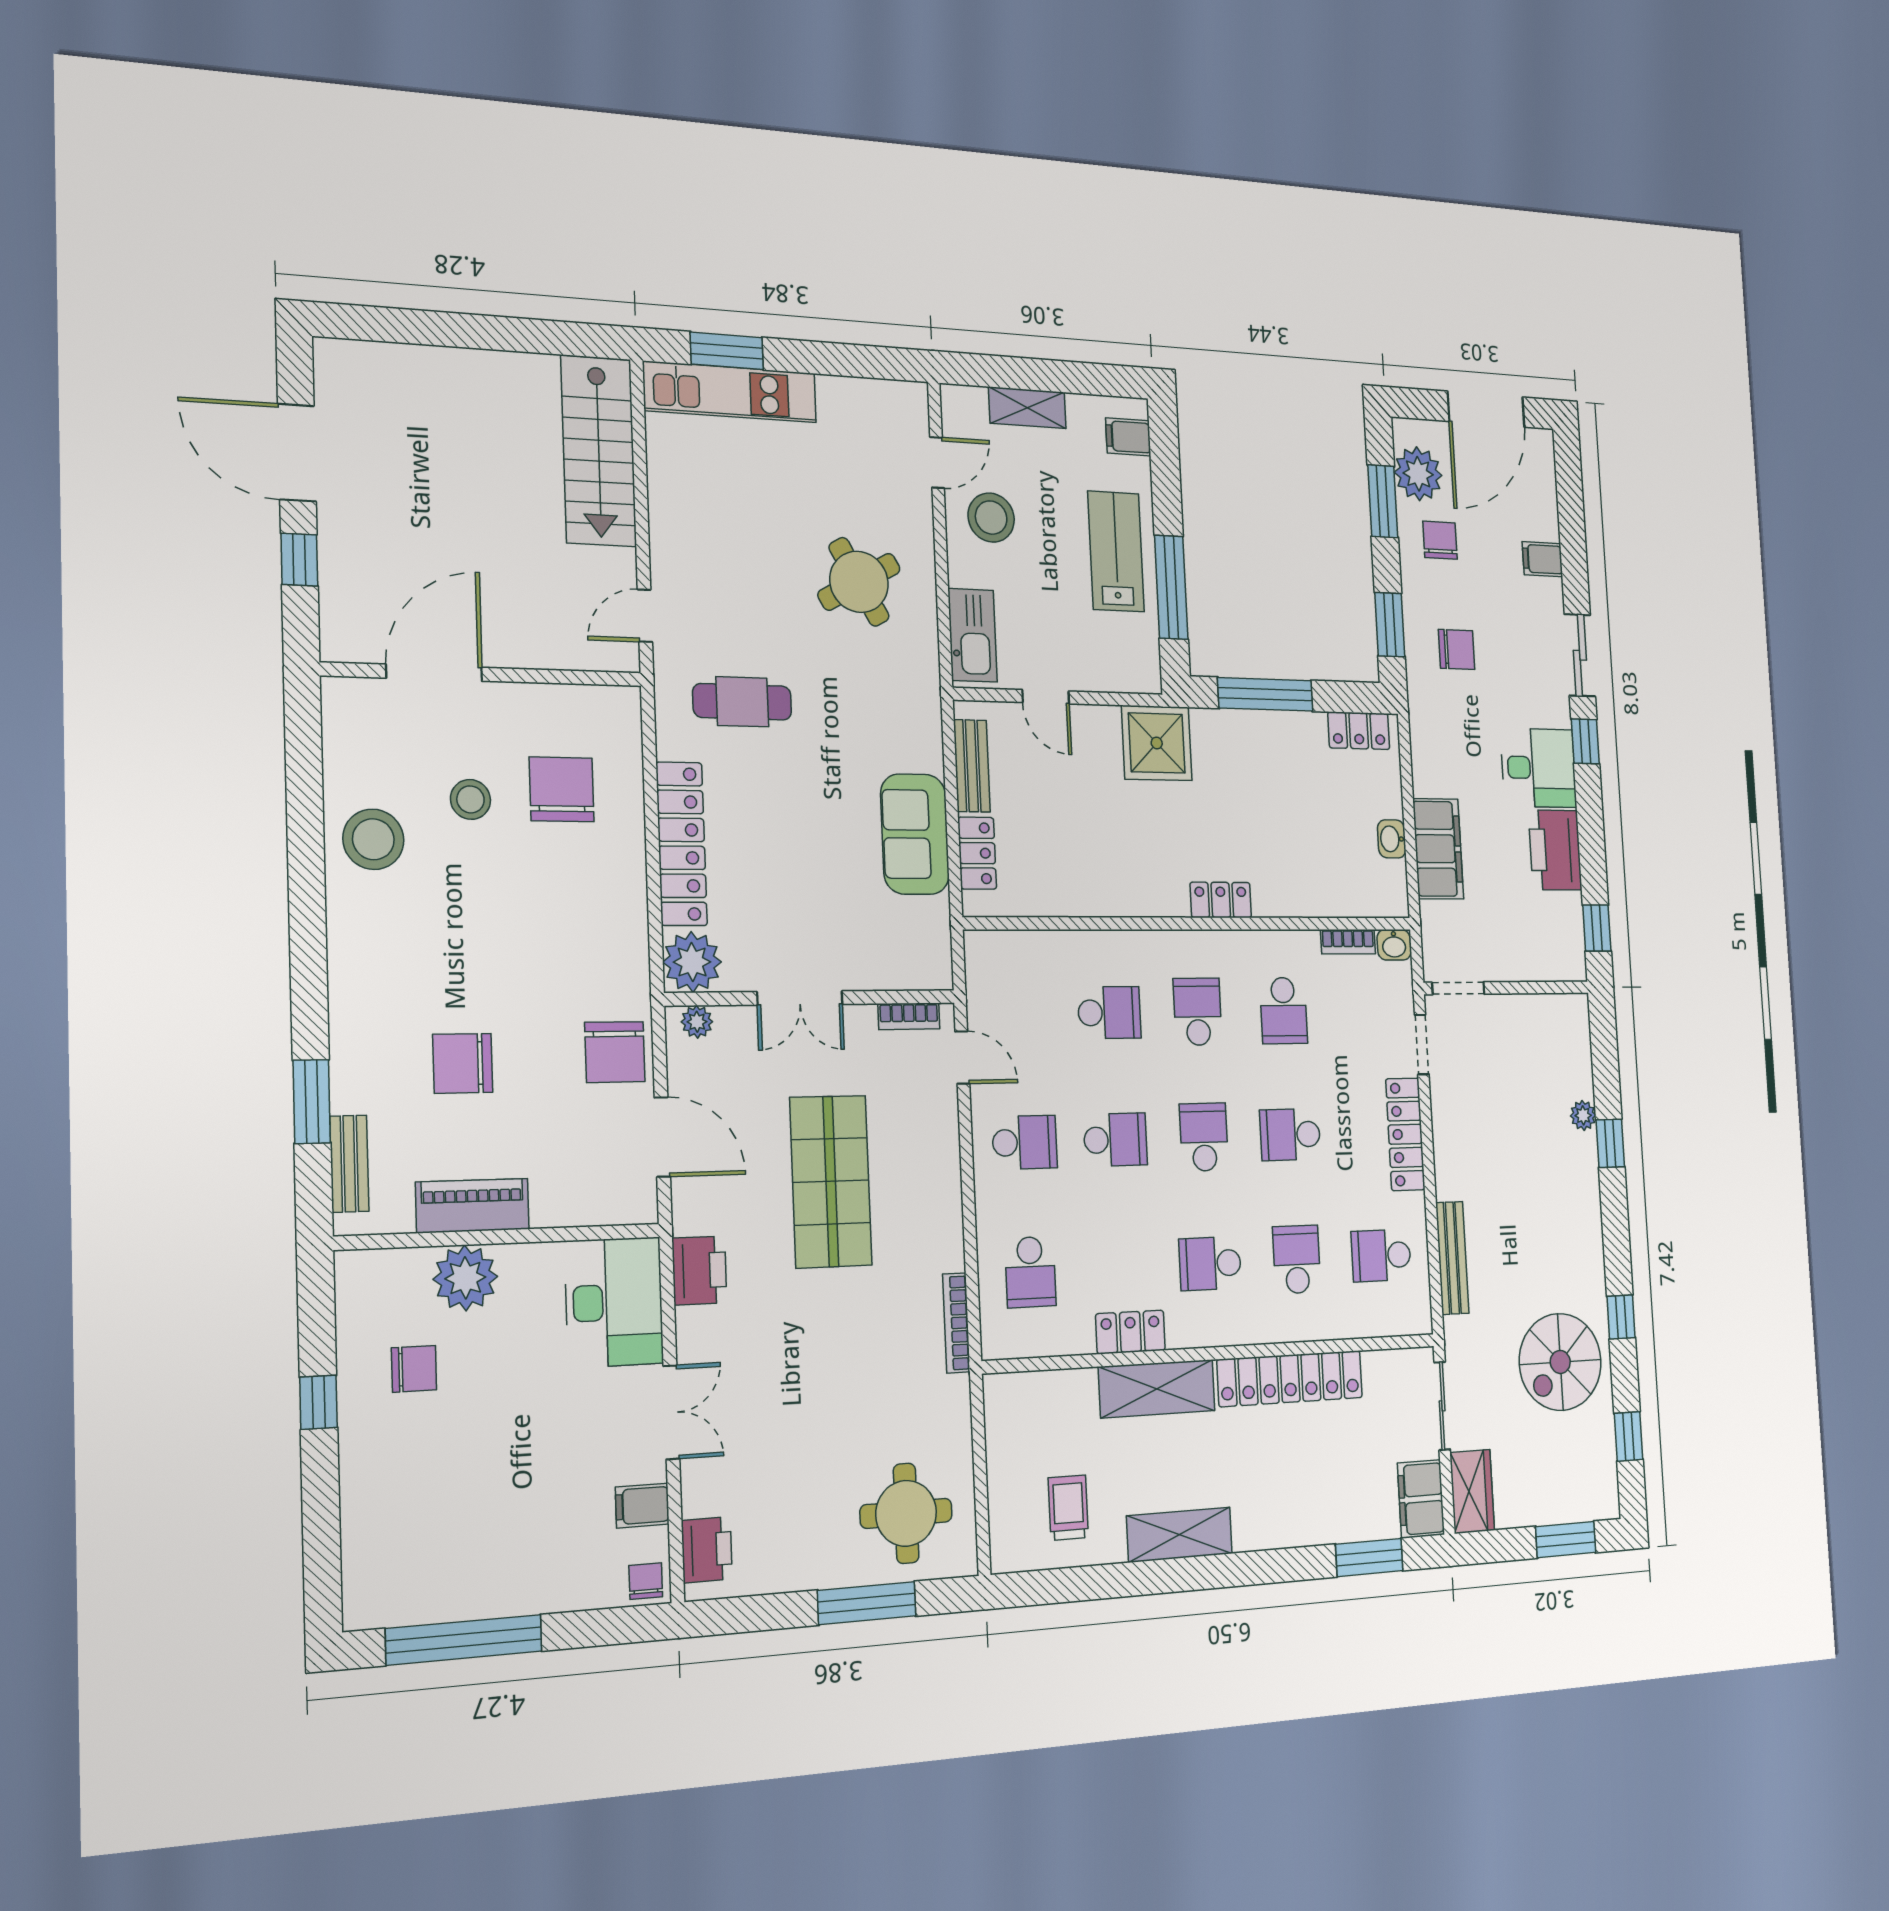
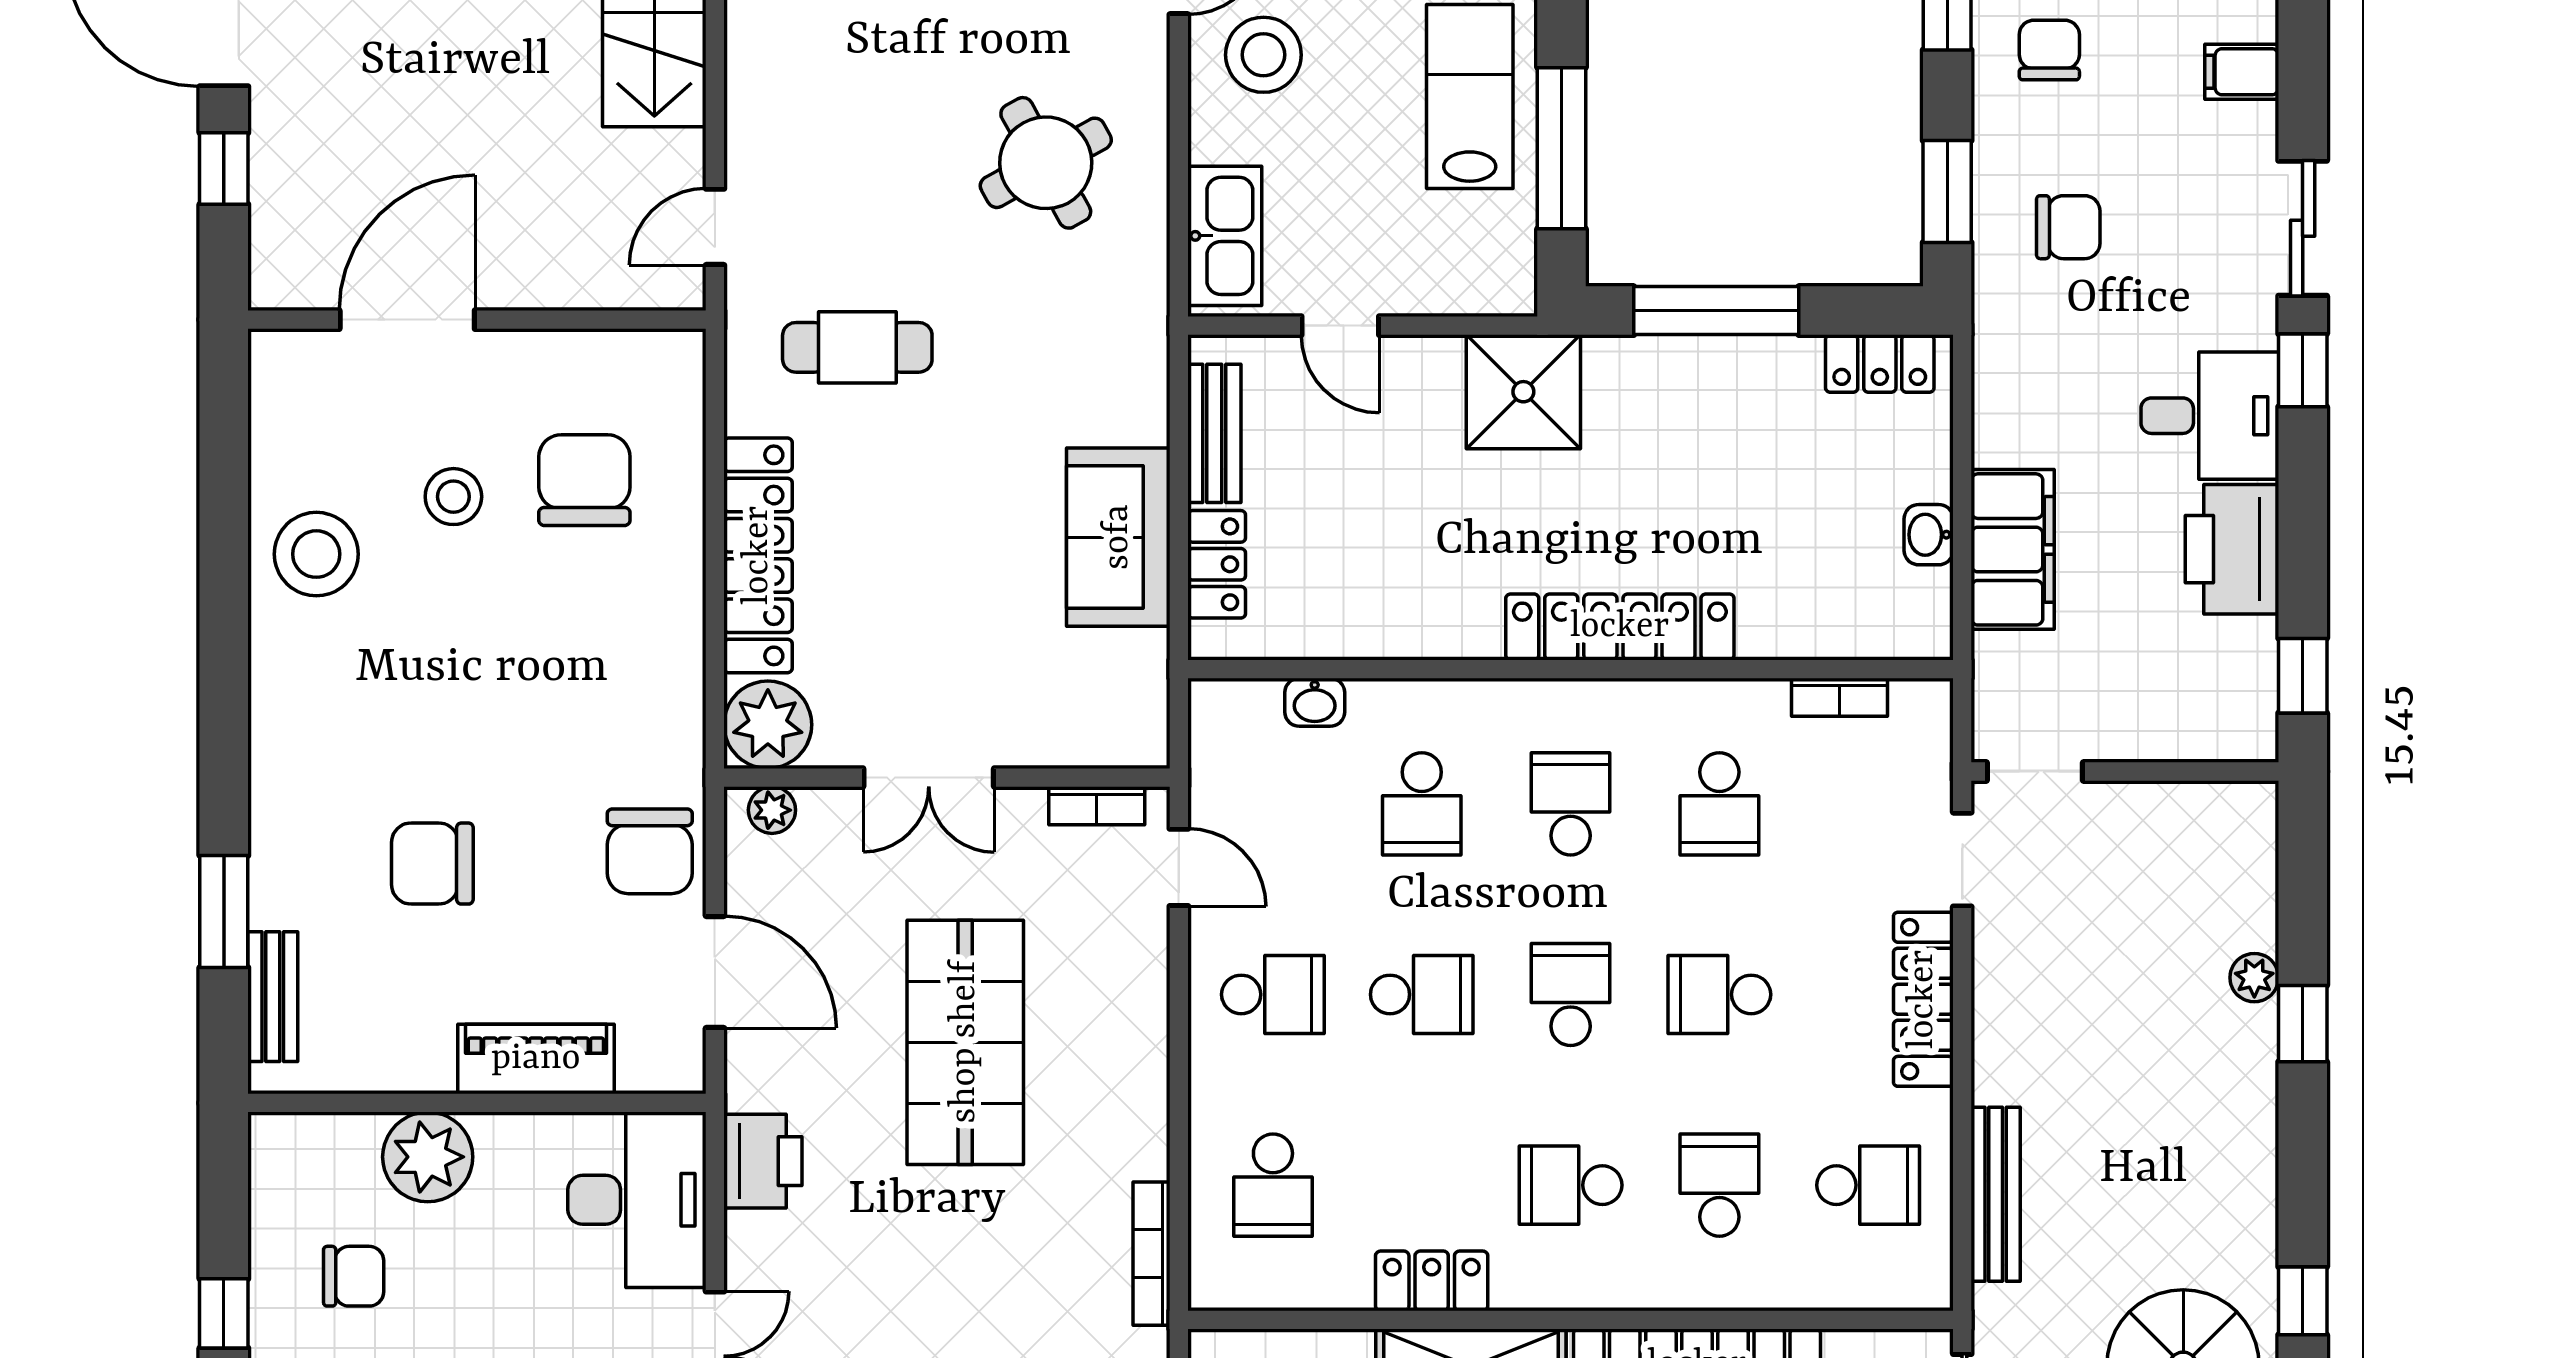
locker: (1221, 900) -> (1620, 627), width x2.16, depth x1.21
washbasin: (1394, 945) -> (1315, 702), moved
school desk: (1109, 1013) -> (1422, 804), turned 90
piano: (472, 1206) -> (536, 1059), moved
school desk: (1381, 1255) -> (1868, 1185), turned 180

